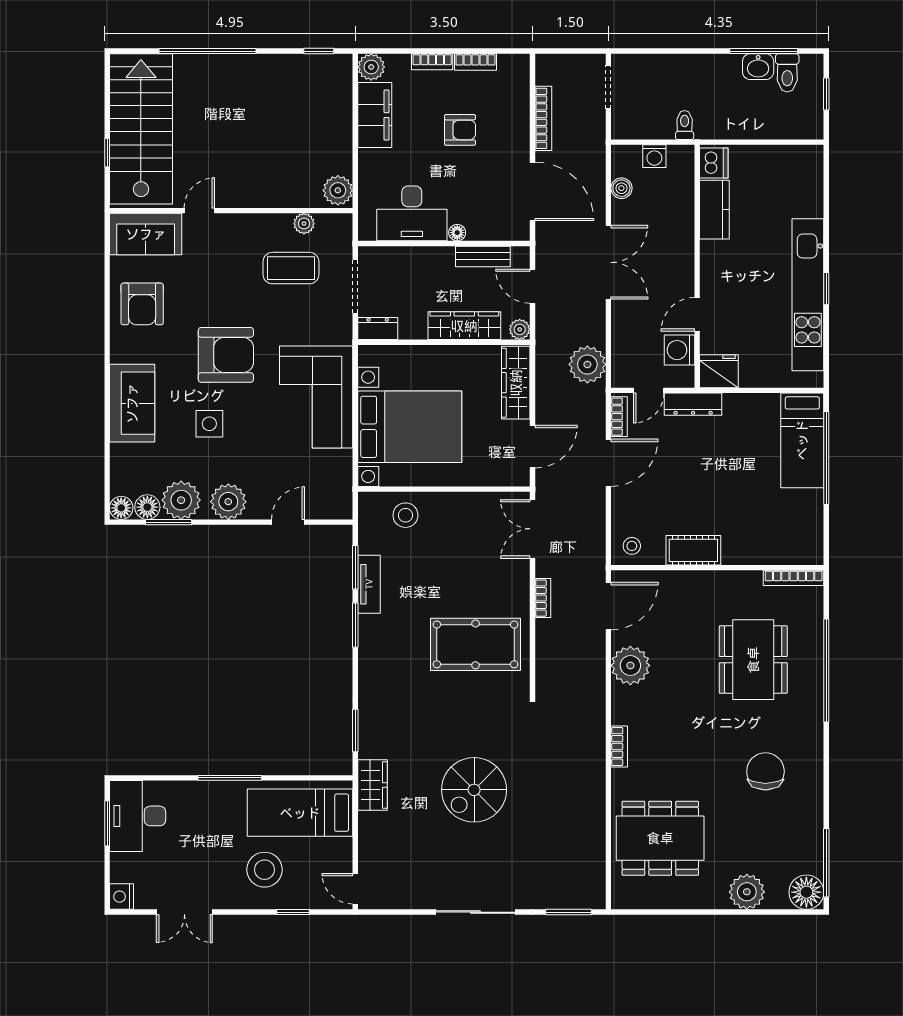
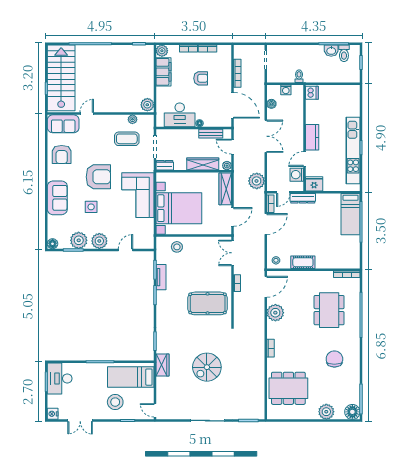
kitchen counter: (714, 210) -> (312, 137), moved
floor lamp: (147, 507) -> (64, 243), removed

